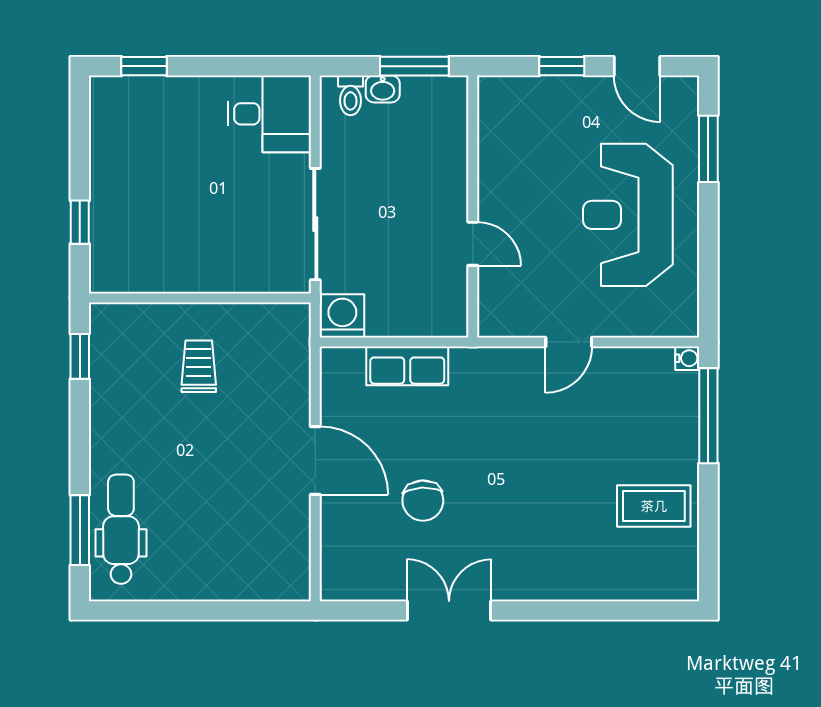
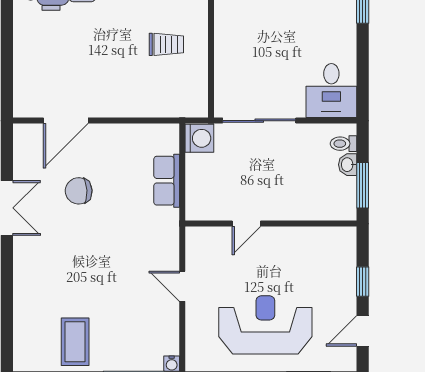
door: (315, 461) -> (66, 121), moved

